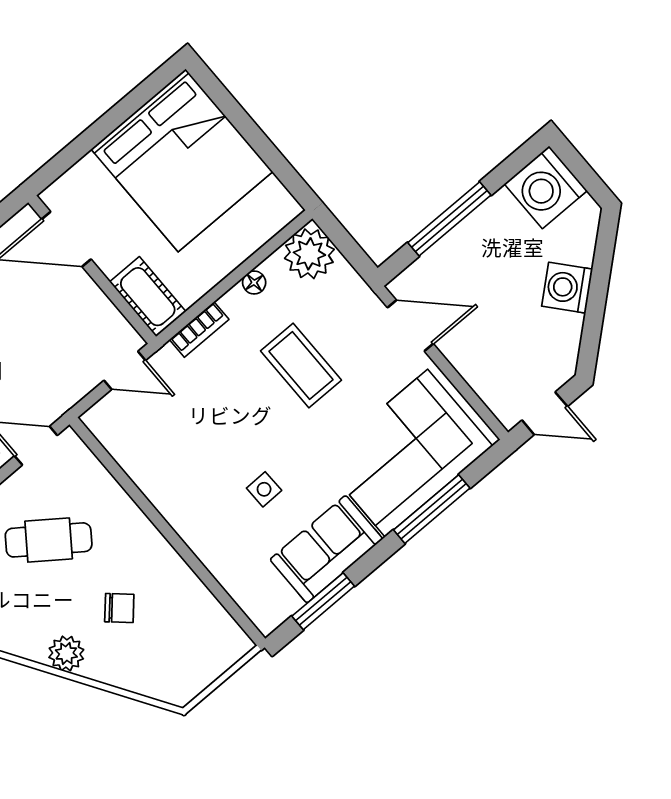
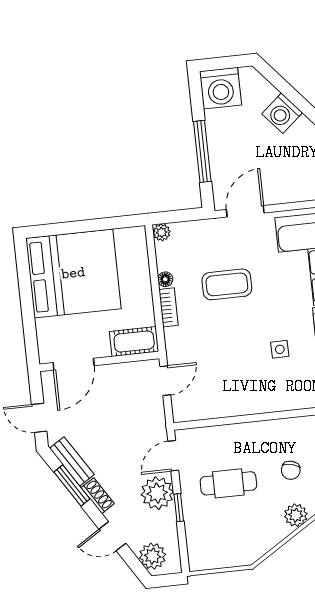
plant: (309, 254) -> (162, 232), width x0.53, depth x0.53
bookcase: (199, 329) -> (168, 307), moved
cafe table: (49, 540) -> (228, 483), turned 54
chair: (119, 608) -> (291, 470), turned 152

